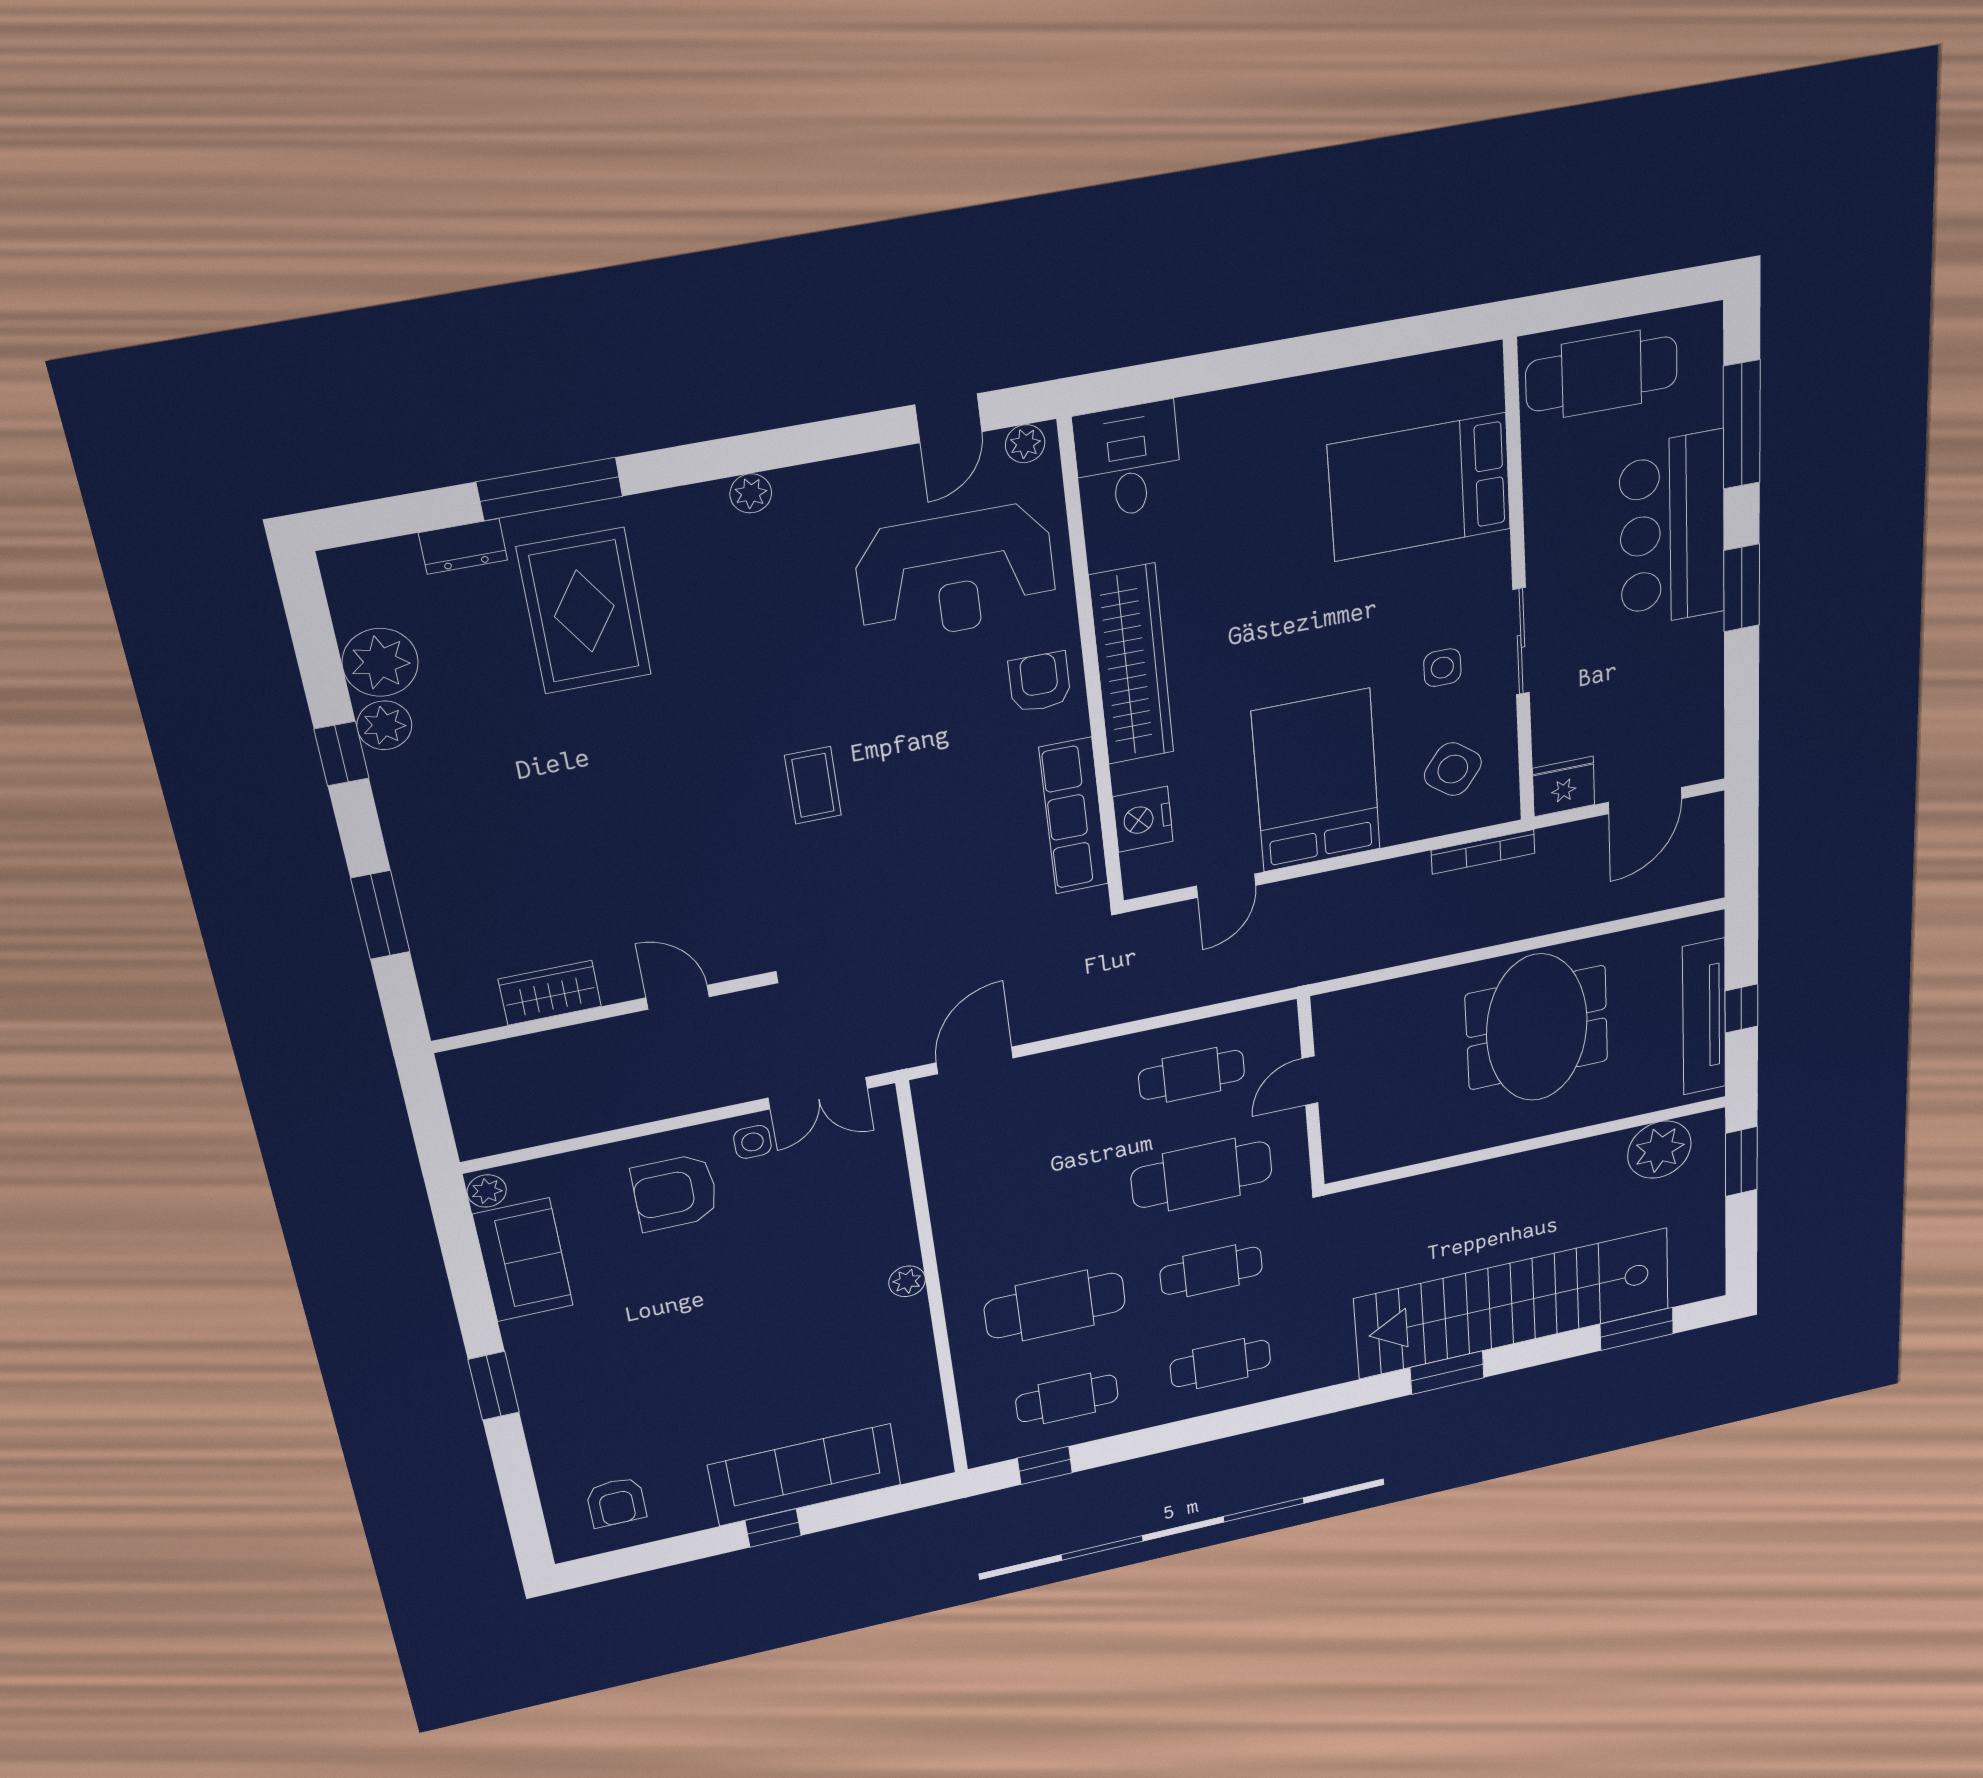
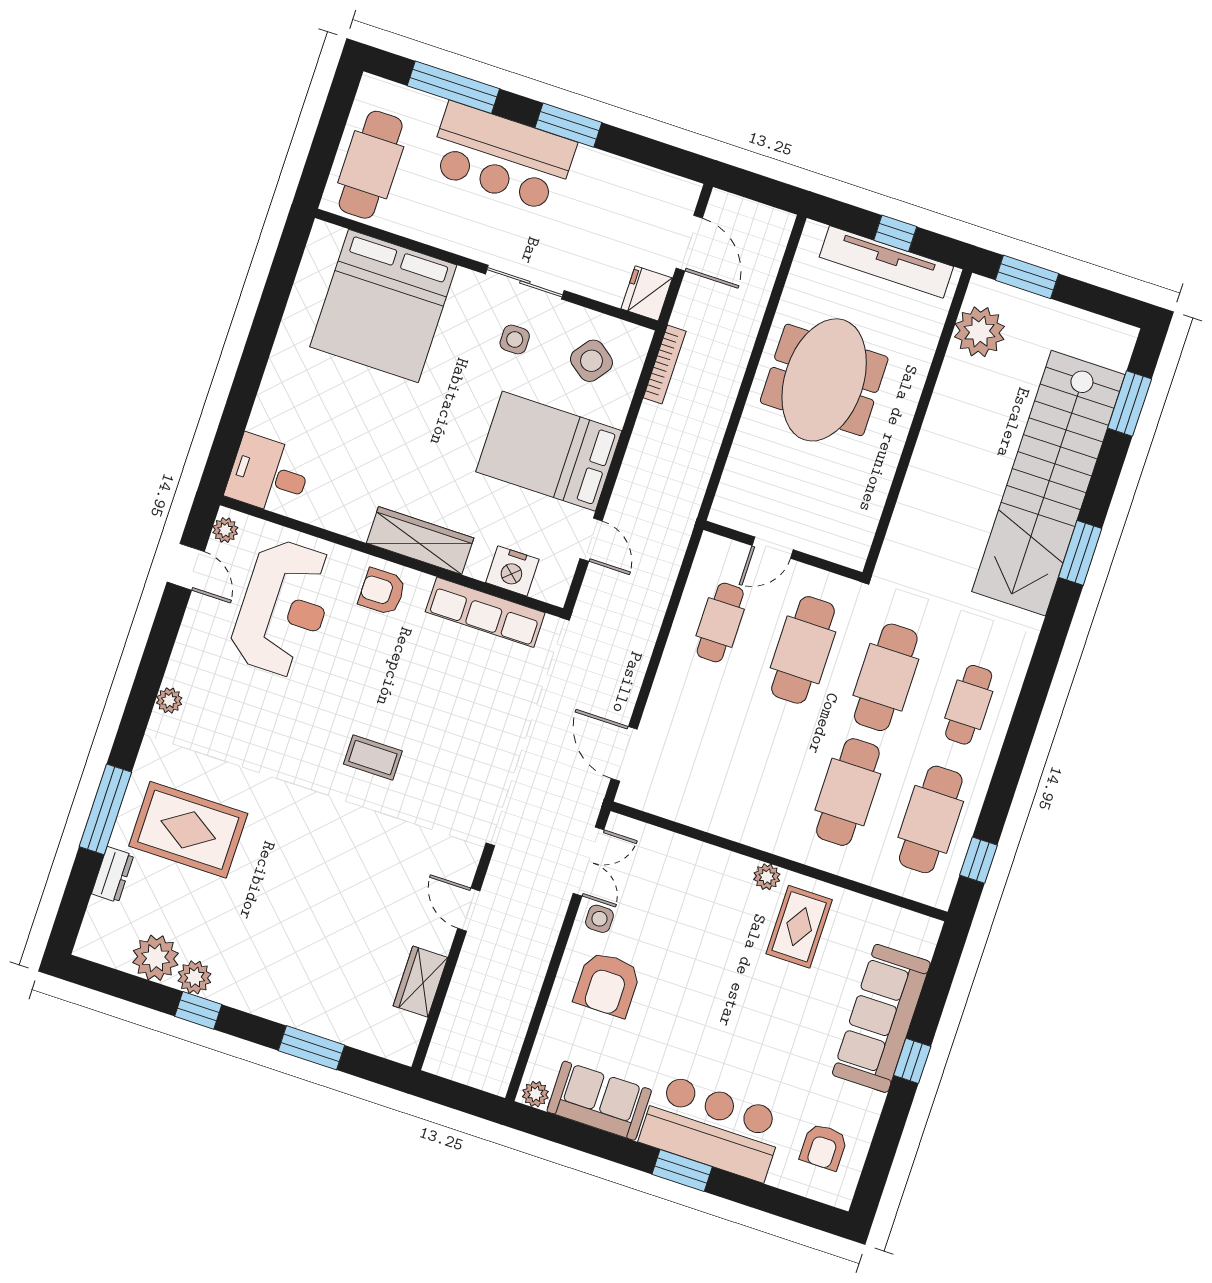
bed: (1420, 487) -> (383, 306), width x1.36
wardrobe: (1132, 665) -> (420, 541), width x0.71, depth x0.85
door: (678, 997) -> (469, 910), hinge flipped
meeting table: (1537, 1028) -> (824, 380), turned 90
door: (1310, 1081) -> (773, 548), hinge flipped
cafe table: (1211, 1271) -> (886, 677), width x1.37, depth x1.35
rug: (866, 1343) -> (799, 927), added
bar counter: (567, 1387) -> (712, 1128), added
cafe table: (1067, 1398) -> (931, 819), width x1.37, depth x1.35
armchair: (616, 1502) -> (824, 1147), turned 90

